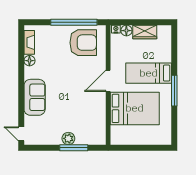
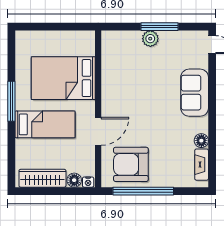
wardrobe: (145, 32) -> (42, 178), width x1.50
door: (108, 81) -> (98, 131), moved
window: (74, 148) -> (159, 27), moved

